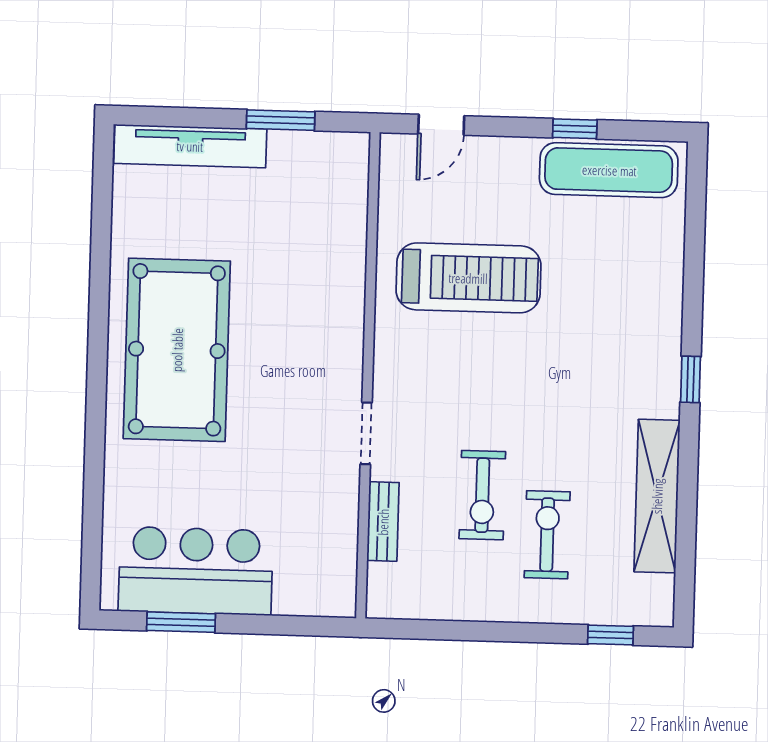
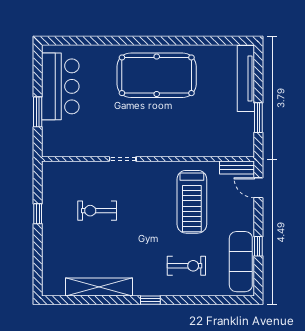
bench: (383, 522) -> (237, 168), moved
exercise bike: (547, 535) -> (186, 266), moved
window: (181, 622) -> (38, 112), moved
window: (611, 635) -> (38, 214), moved

